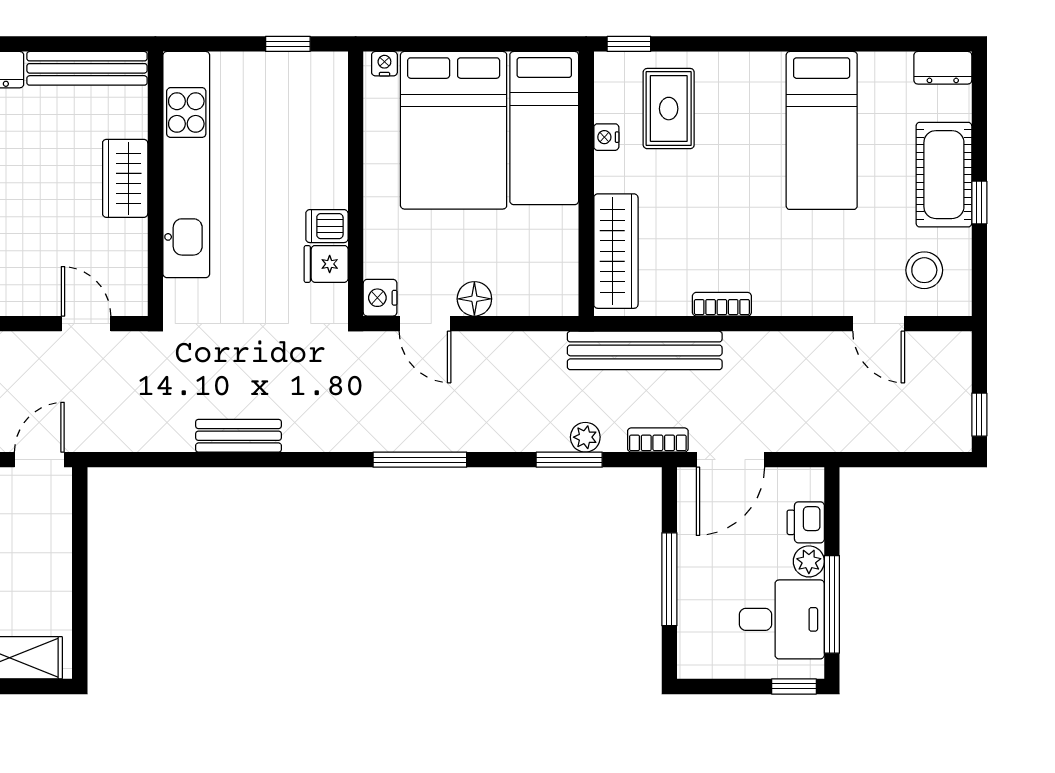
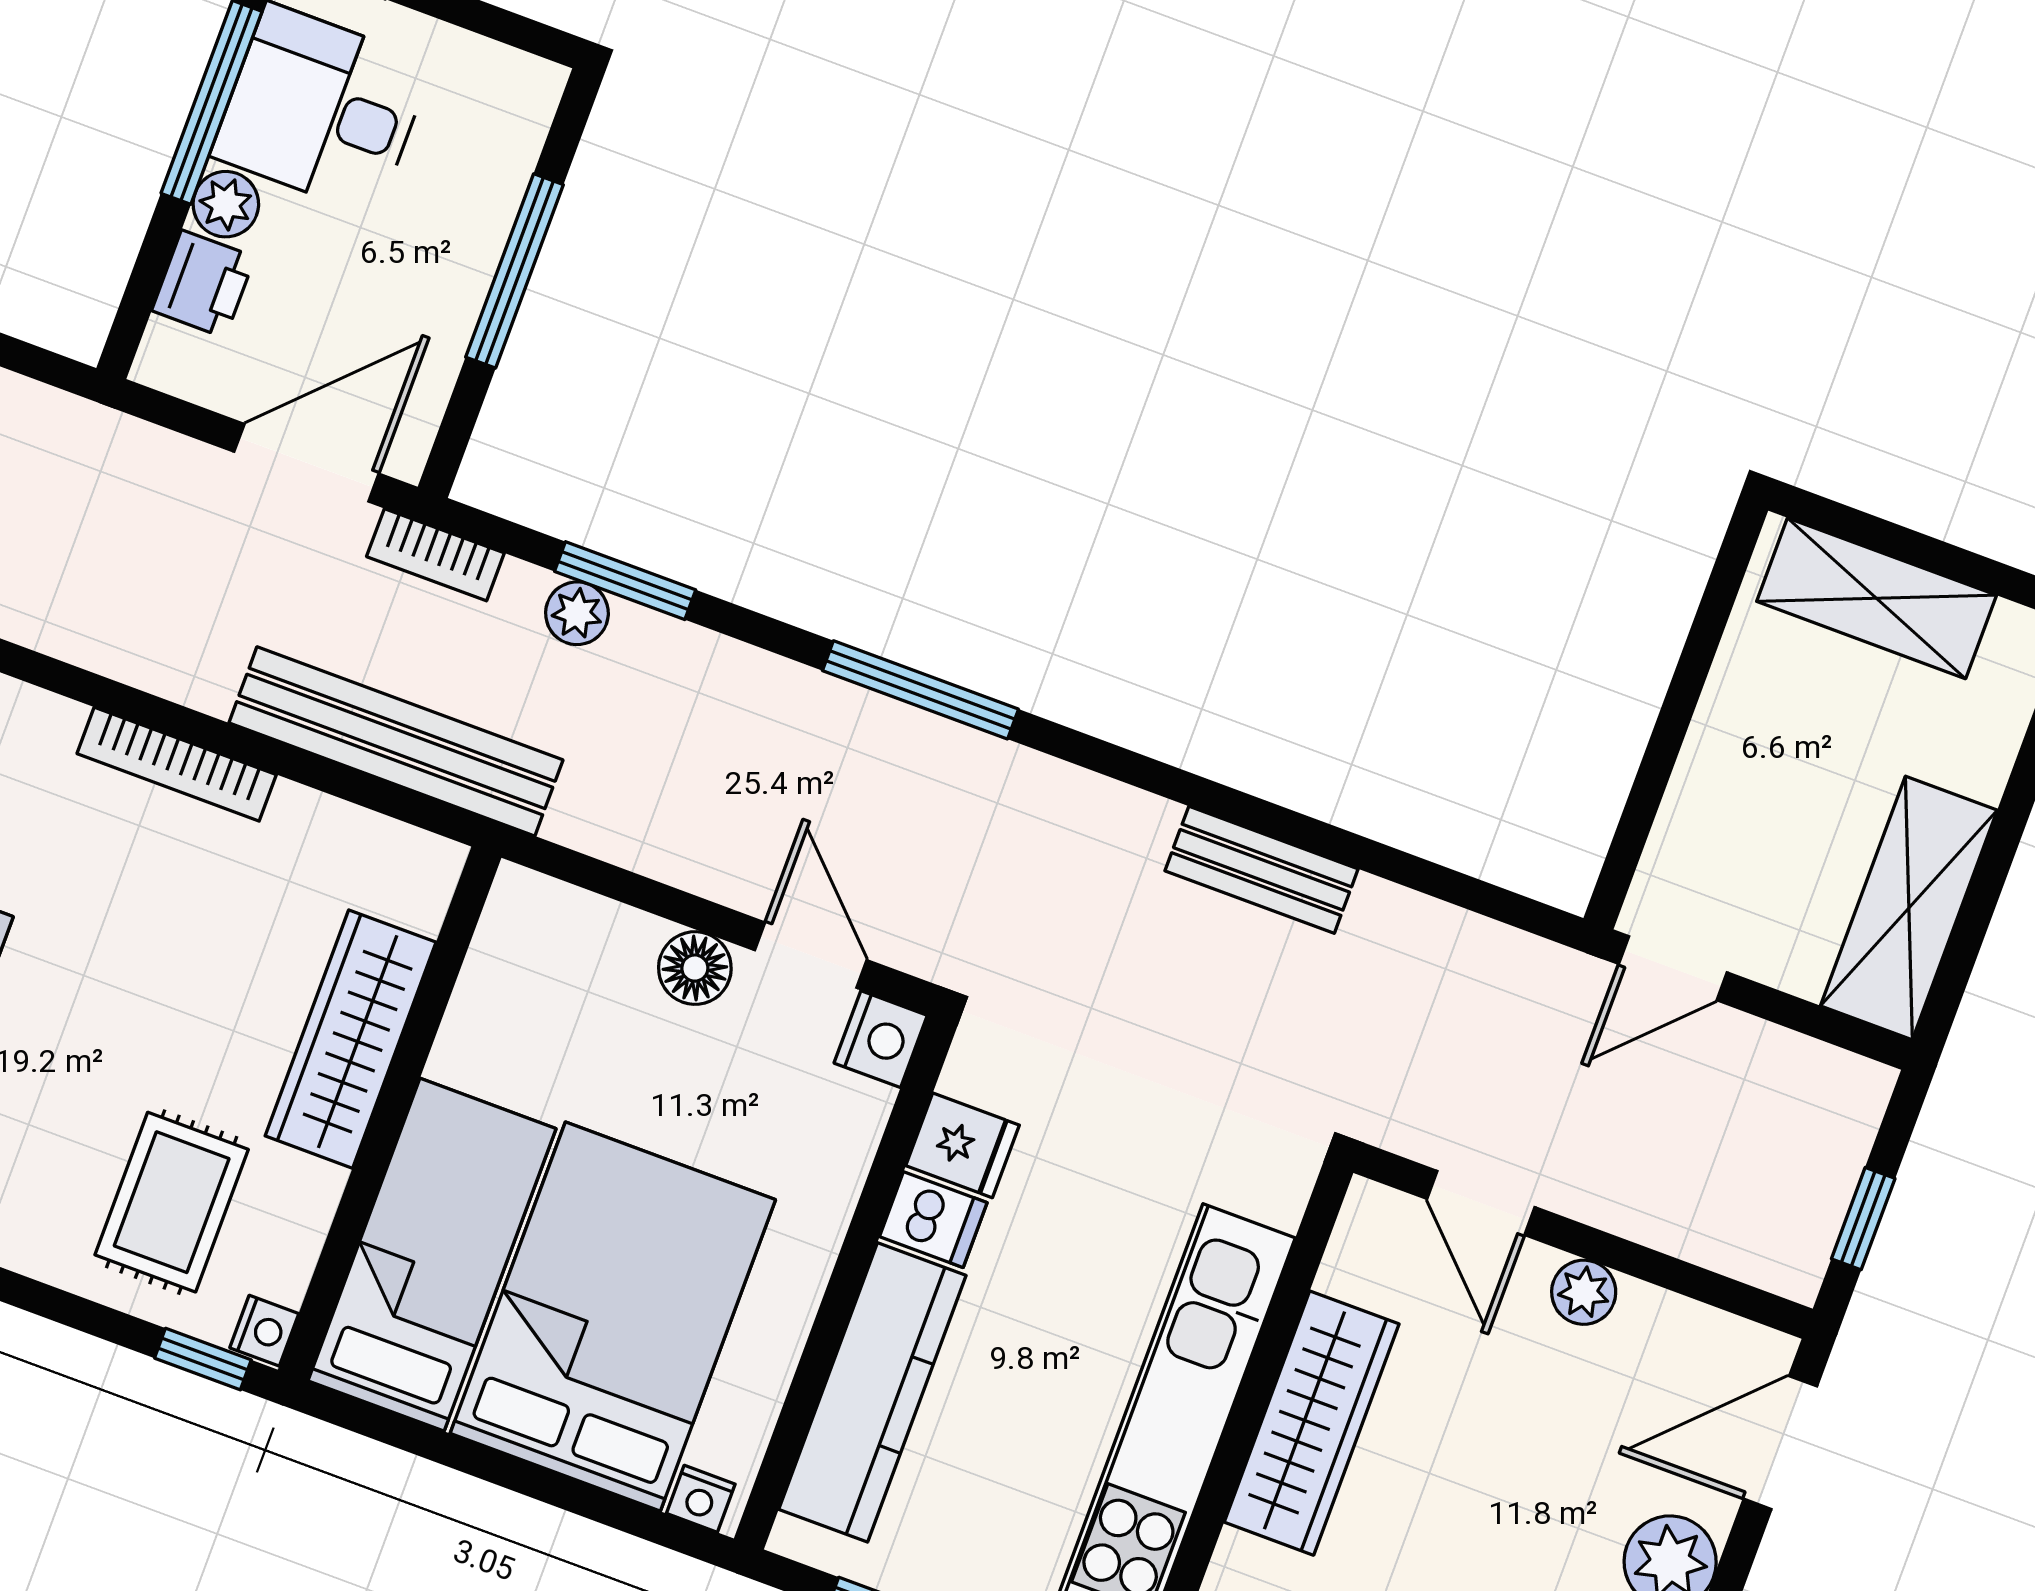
nightstand: (606, 137) -> (264, 1331), moved
kitchen counter: (326, 139) -> (872, 1392), added
wardrobe: (125, 178) -> (1312, 1423), width x1.50
wardrobe: (616, 251) -> (351, 1039), moved
plant: (26, 301) -> (1584, 1292), added
bookcase: (722, 304) -> (177, 764), width x1.56

